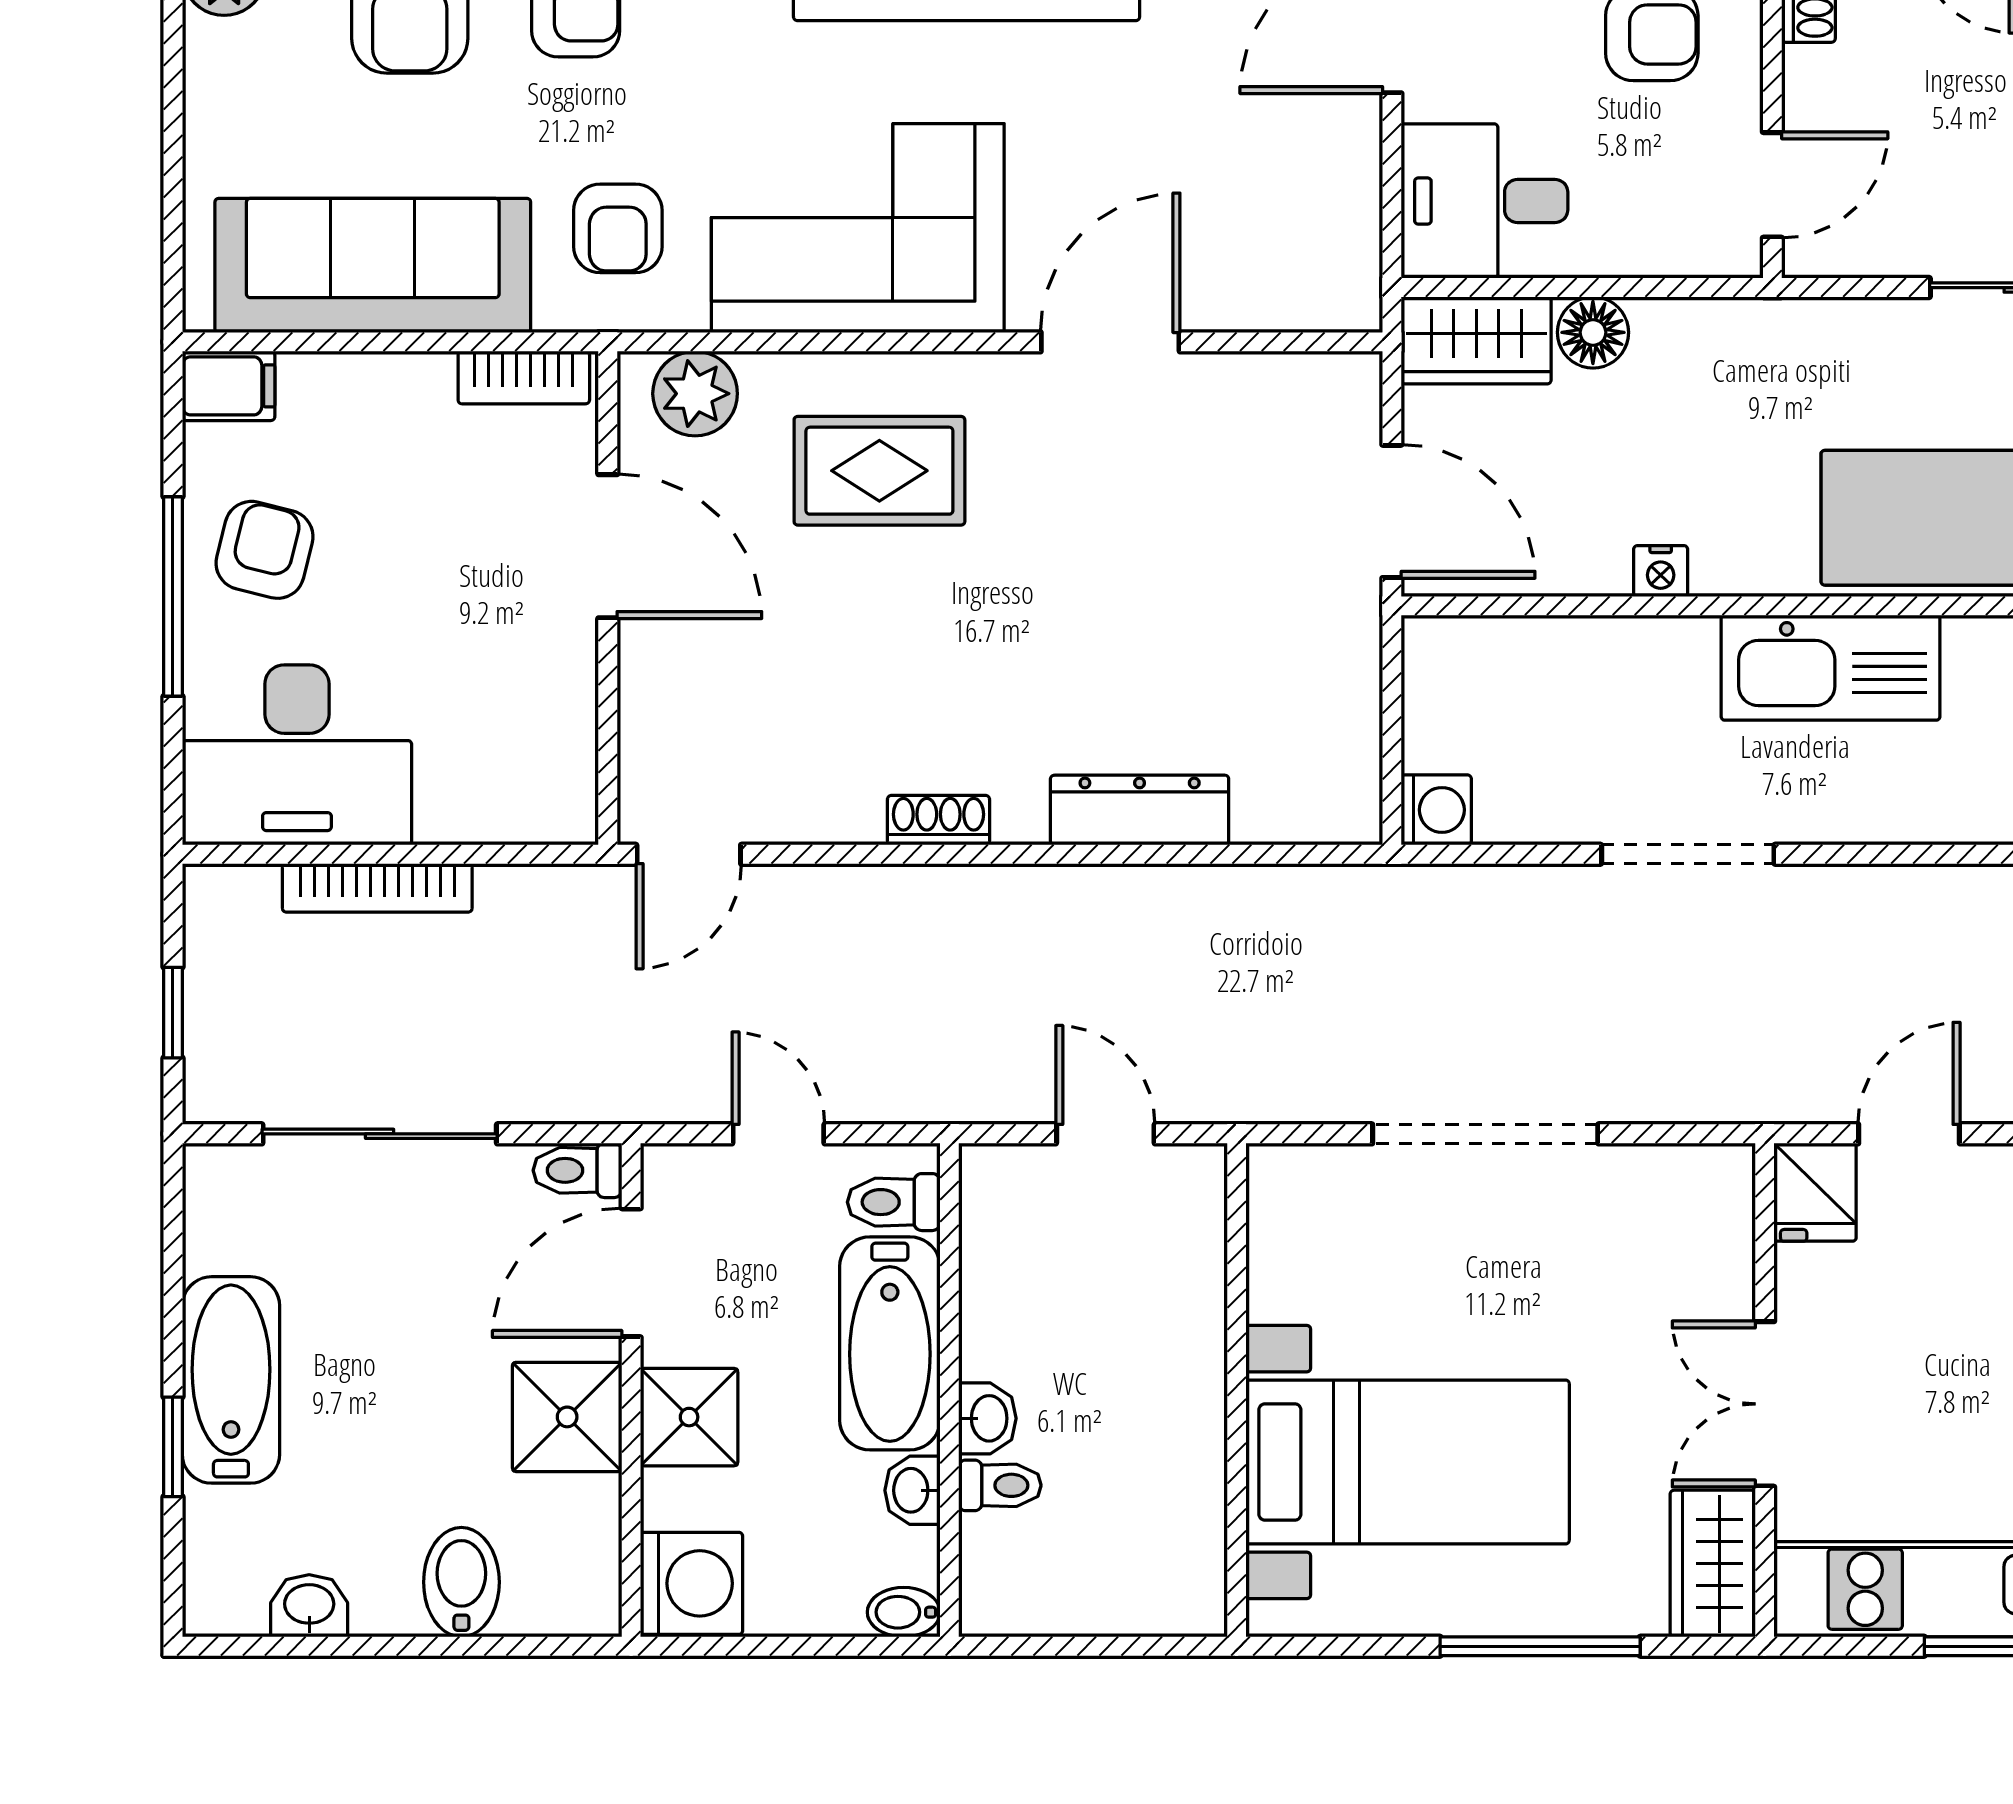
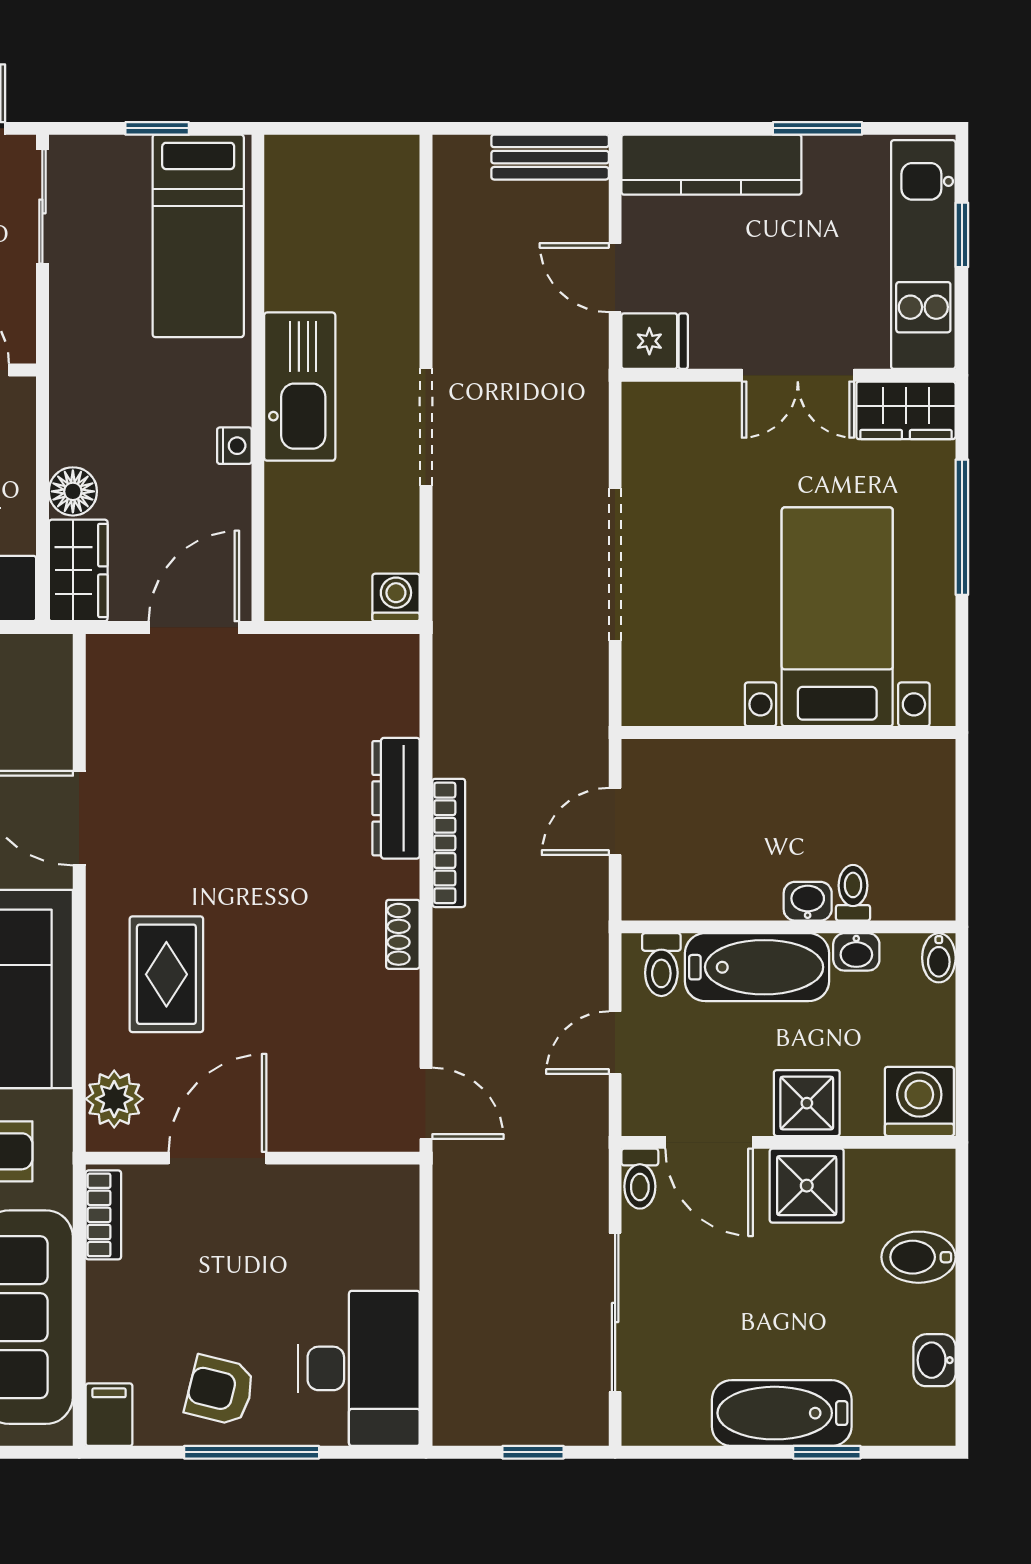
kitchen sink: (1831, 668) -> (300, 387), moved
bookcase: (377, 888) -> (449, 843), moved

